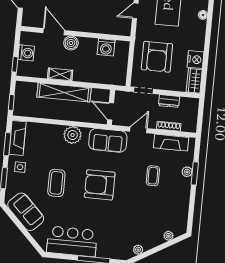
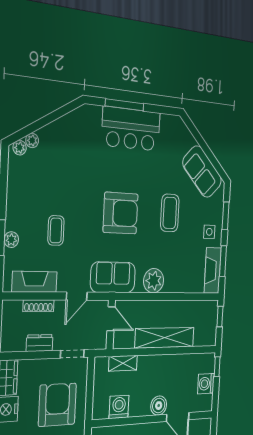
shelving: (60, 74) -> (123, 363), moved
bar counter: (72, 241) -> (131, 129), moved
plant: (138, 250) -> (20, 148), moved

